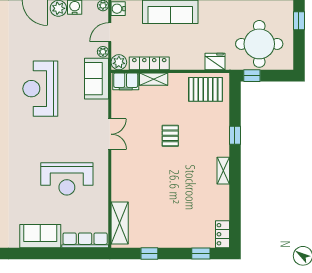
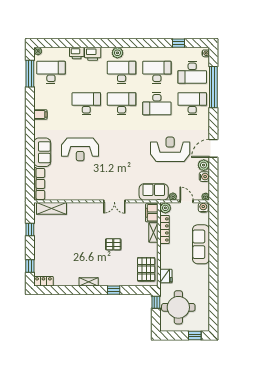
reception desk: (40, 89) -> (170, 149), moved
reception desk: (67, 179) -> (80, 149), moved, turned -90

